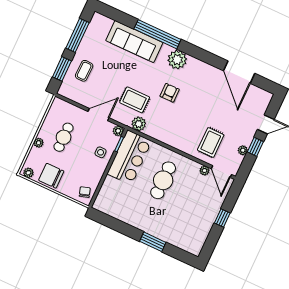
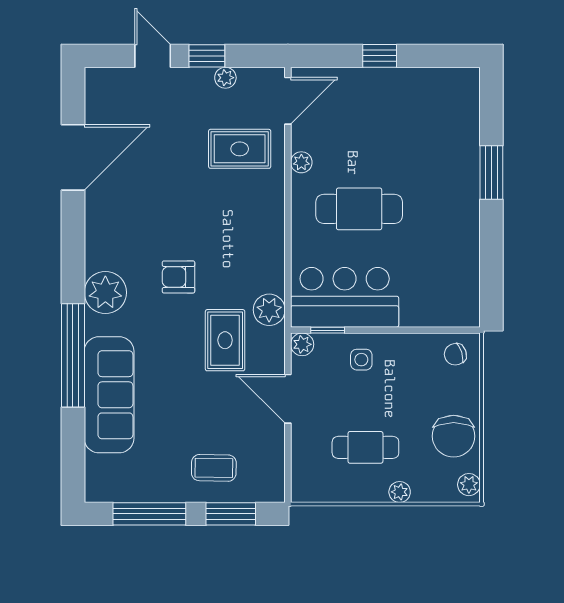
plant: (205, 171) -> (301, 162), moved

